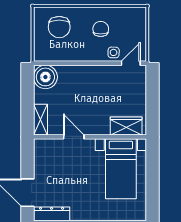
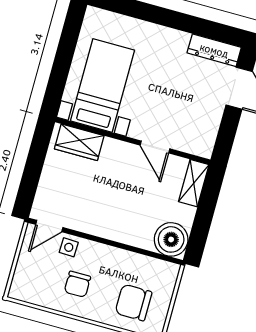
chair: (59, 27) -> (133, 303), turned -90

